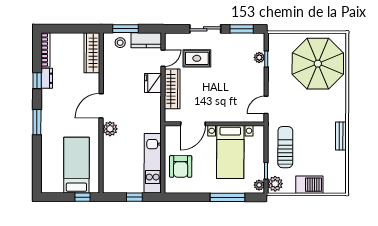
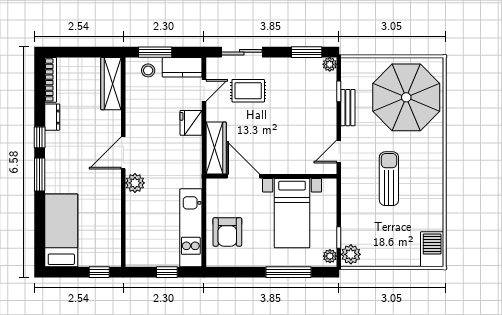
sliding door: (205, 29) -> (242, 52), moved
plant: (259, 57) -> (330, 64), moved
window: (37, 81) -> (40, 137), moved
wardrobe: (172, 89) -> (216, 148), moved
door: (193, 124) -> (243, 176), swing flipped
bench: (341, 136) -> (348, 108), moved
sun lounger: (285, 147) -> (389, 179), moved
bed: (76, 165) -> (61, 230), moved
barbecue: (309, 185) -> (432, 249), moved, turned -90

